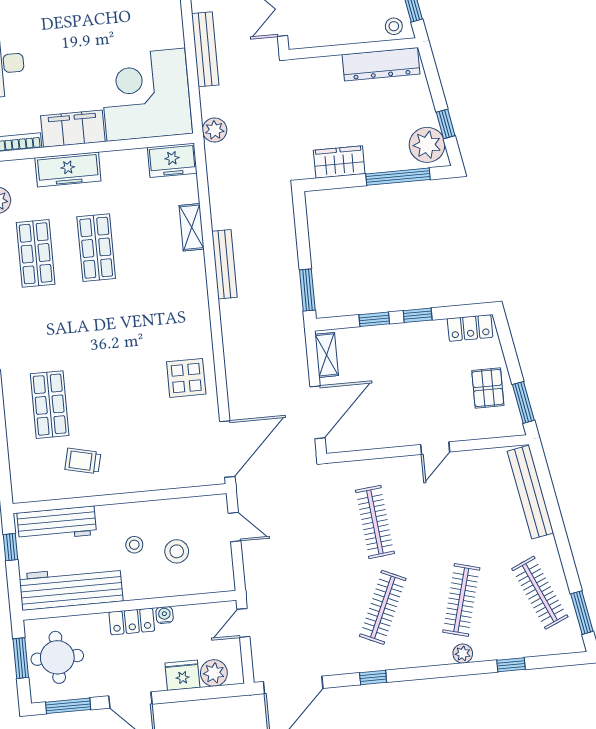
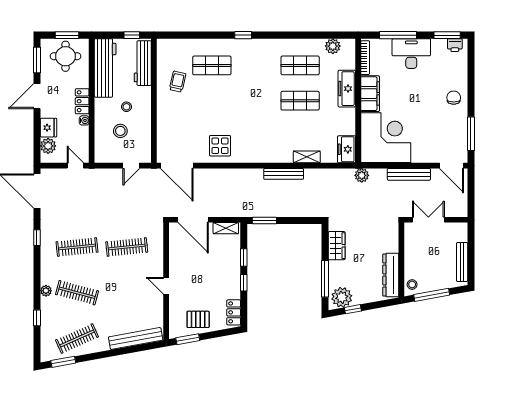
clothes rail: (383, 607) -> (77, 247), turned -30

